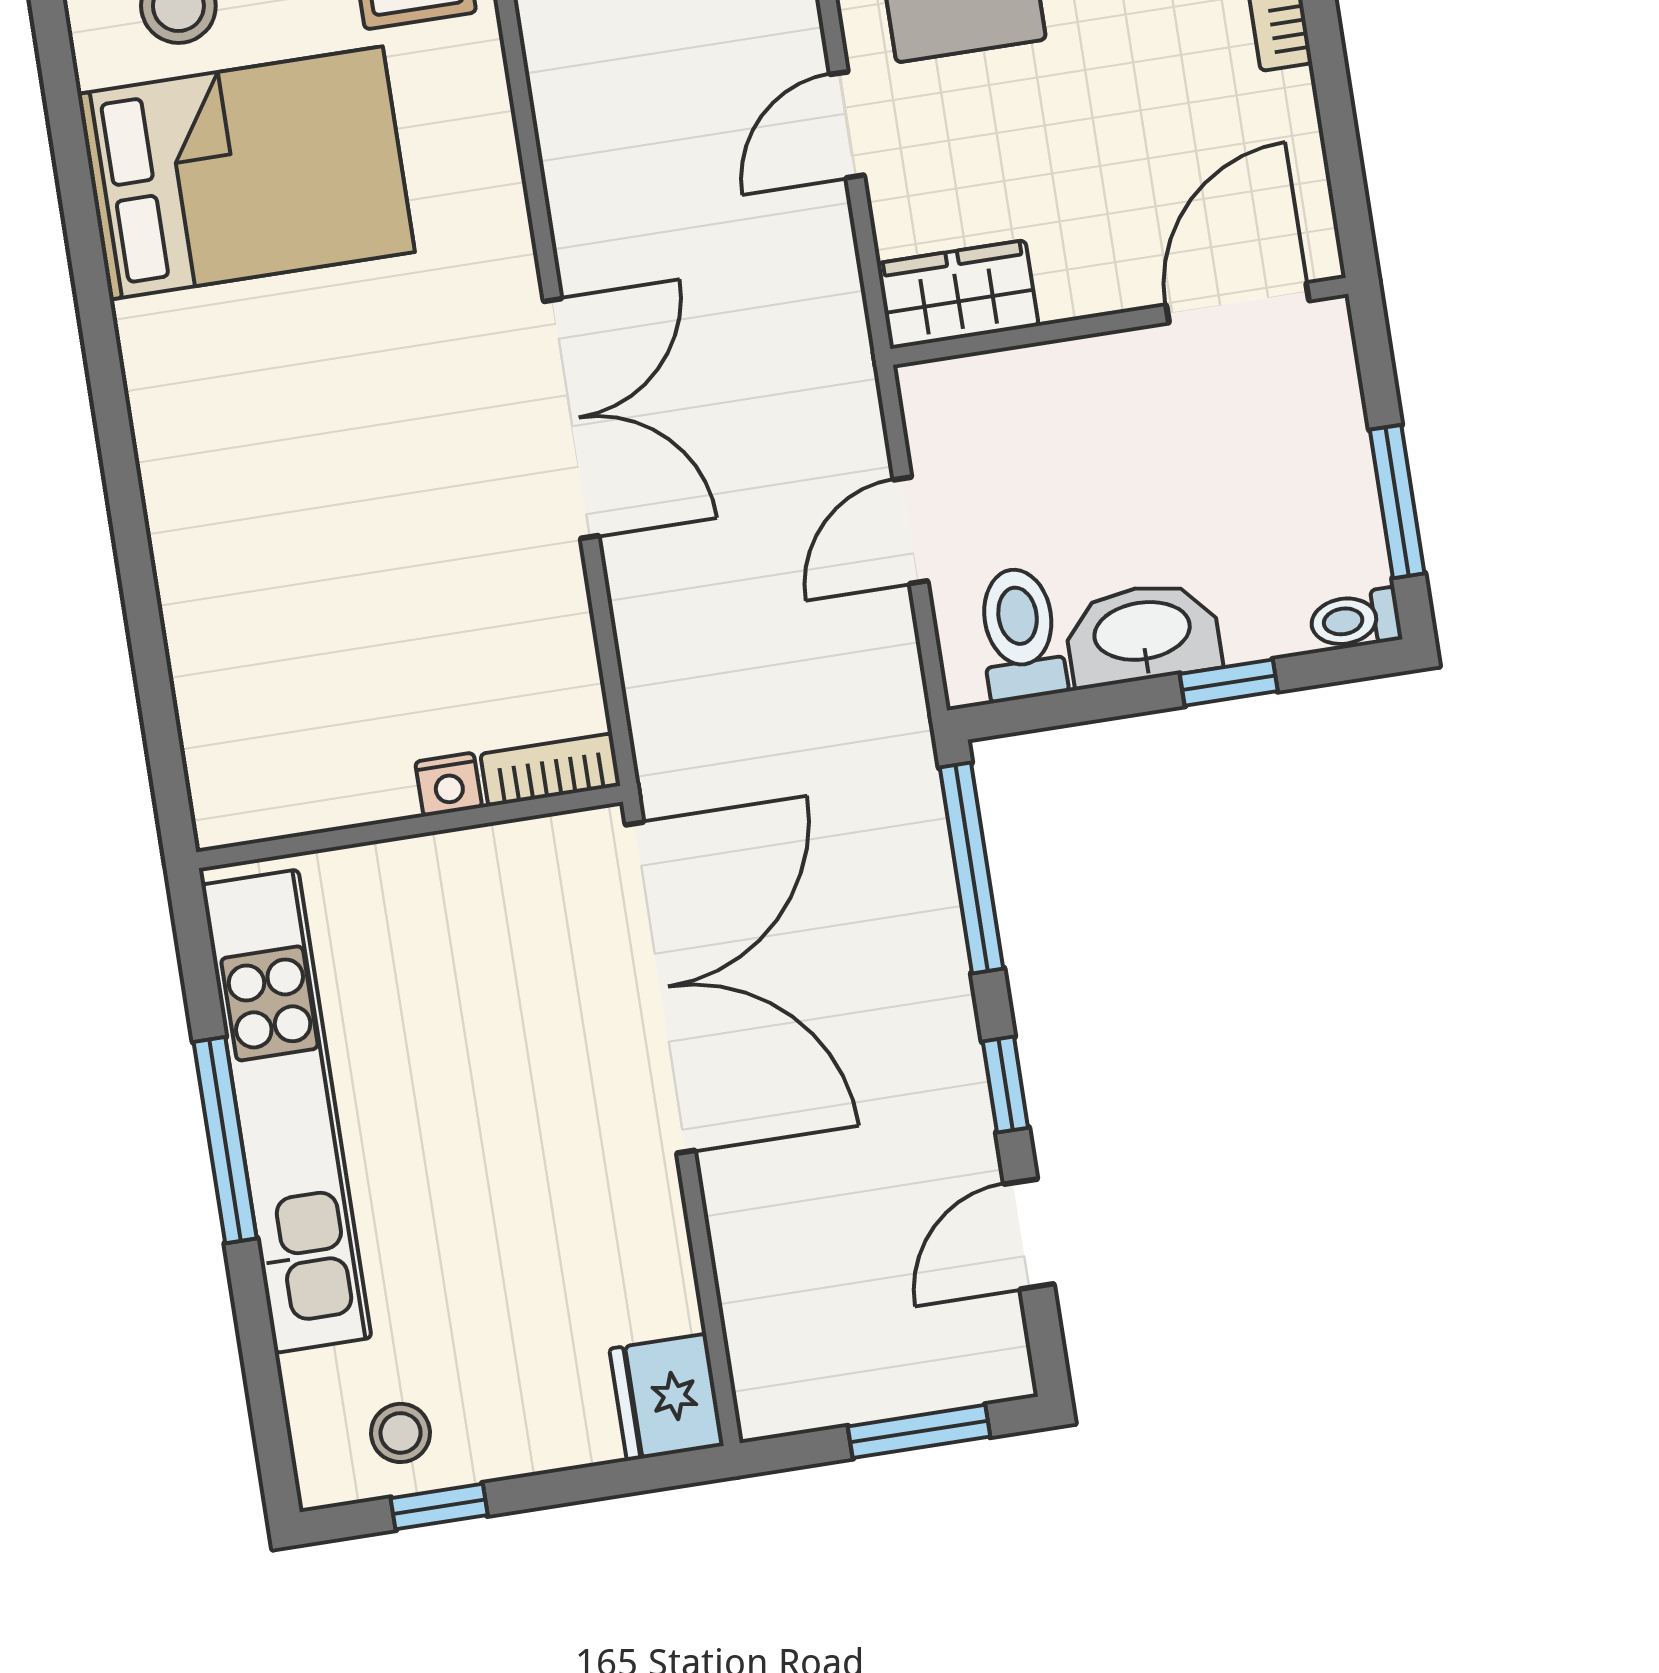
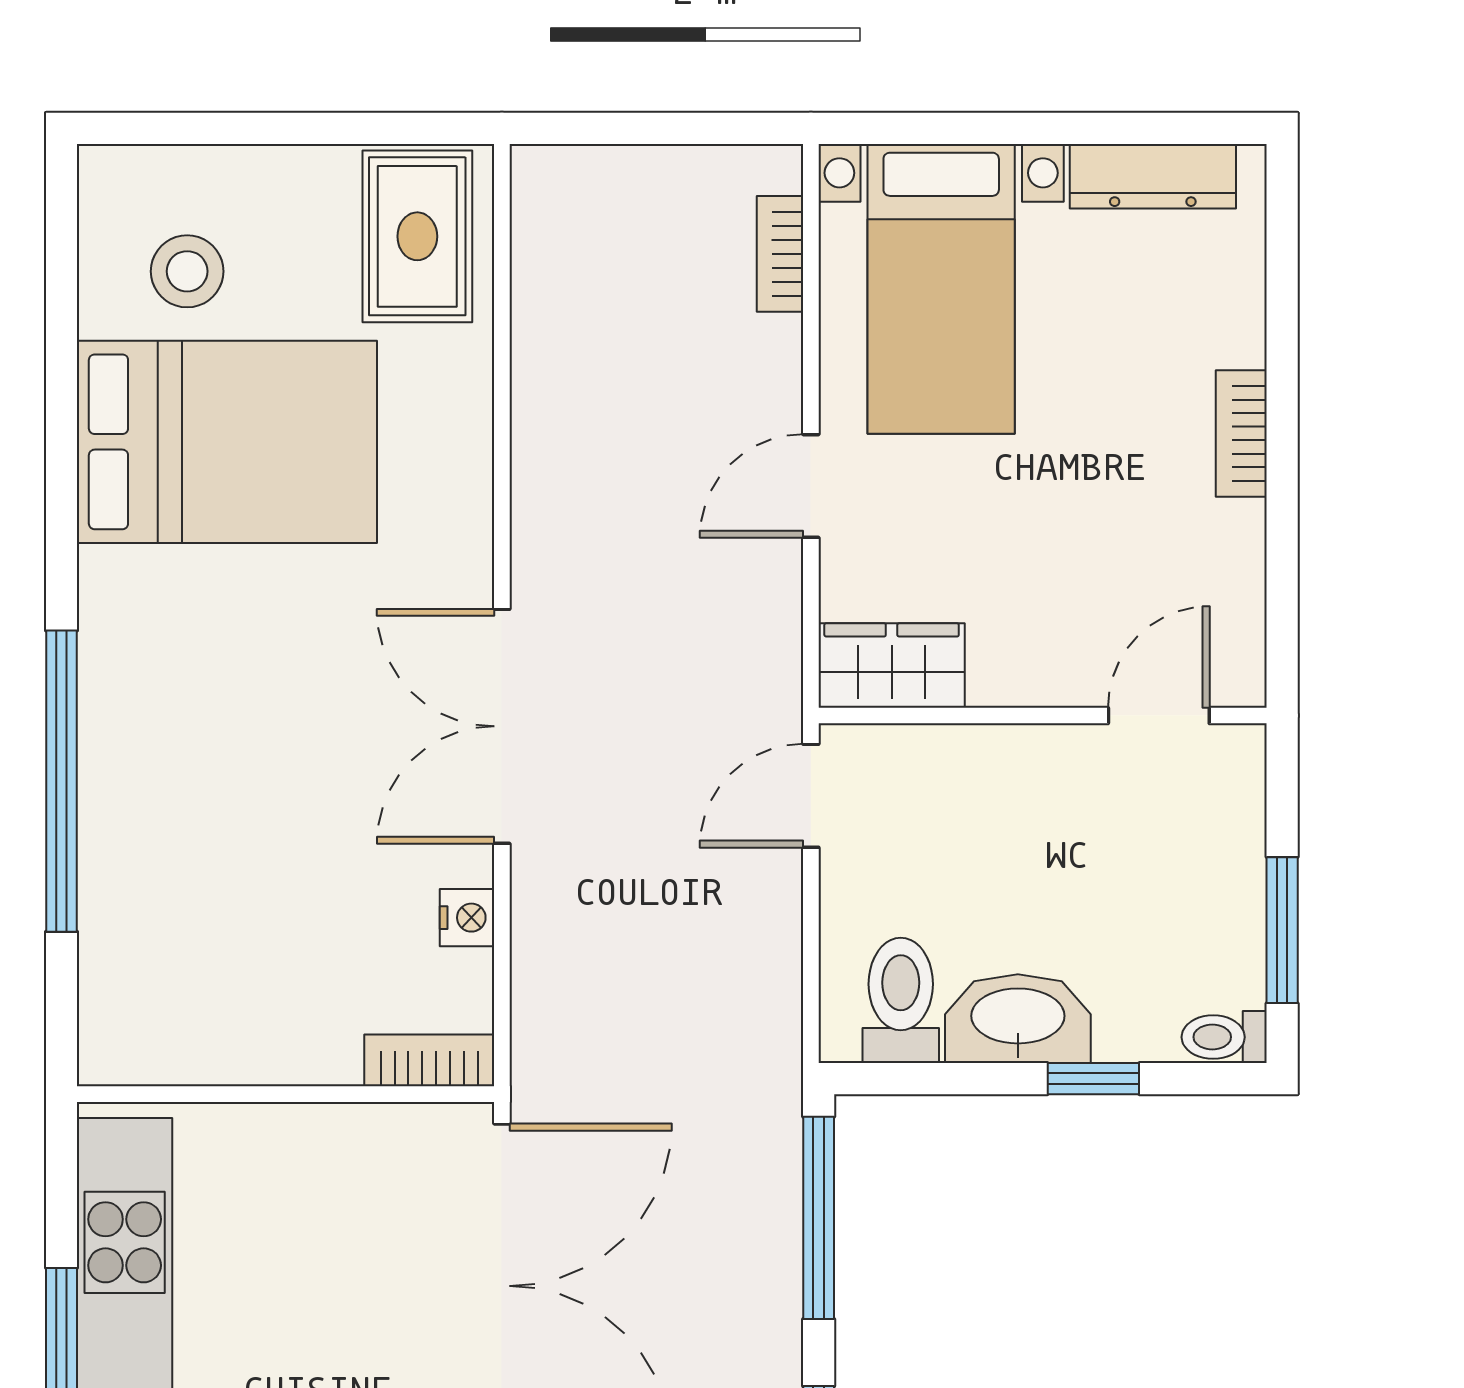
door: (1238, 303) -> (1159, 715), width x0.73
double door: (571, 419) -> (502, 726), swing flipped
door: (911, 530) -> (811, 796), moved
window: (132, 544) -> (62, 781), added
nightstand: (449, 784) -> (467, 918), moved, turned -90

